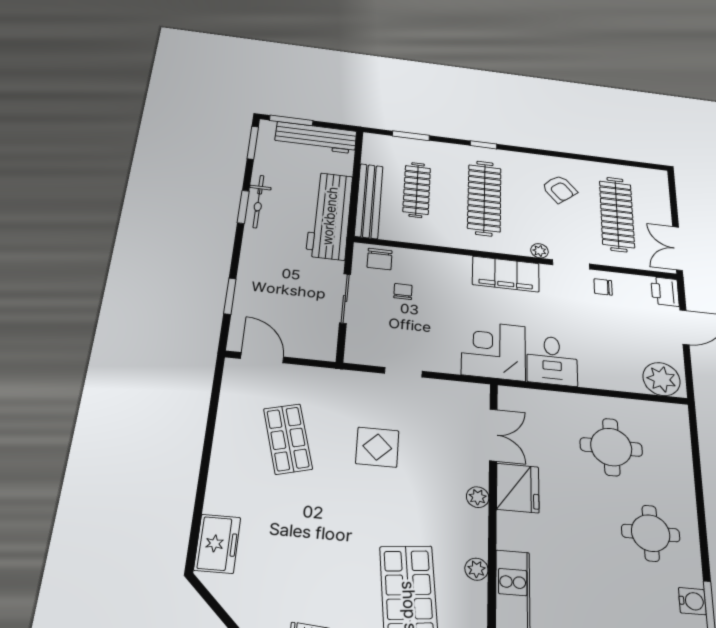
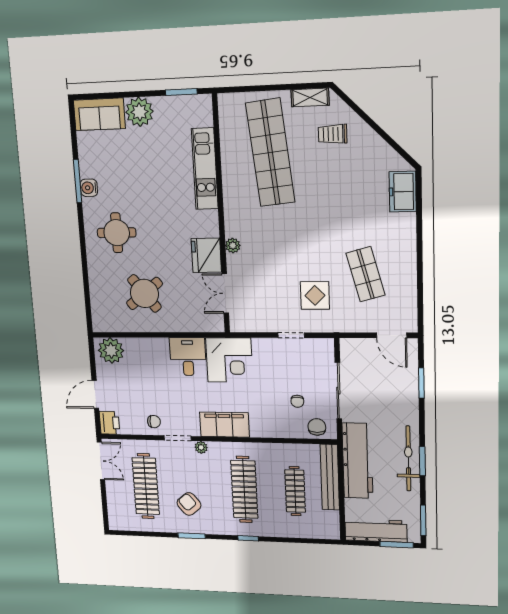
window: (411, 136) -> (192, 536), moved
bicycle: (258, 201) -> (408, 459), width x1.37, depth x1.40
sliding door: (345, 298) -> (338, 391), width x1.37
display table: (377, 447) -> (315, 295), moved
round table: (611, 447) -> (144, 293), turned -38
plant: (476, 569) -> (230, 194), removed

